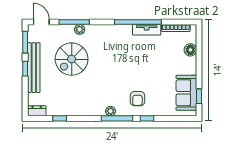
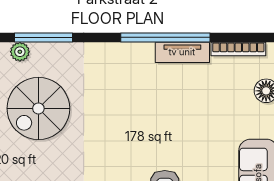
plant: (80, 29) -> (20, 52), moved

